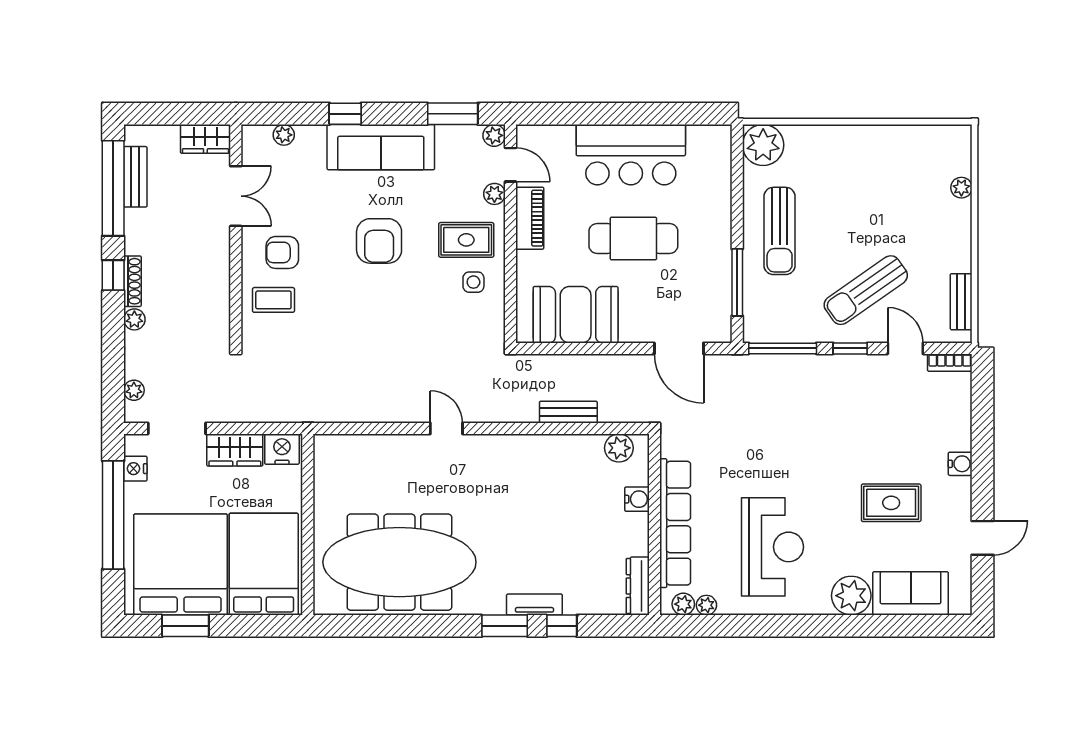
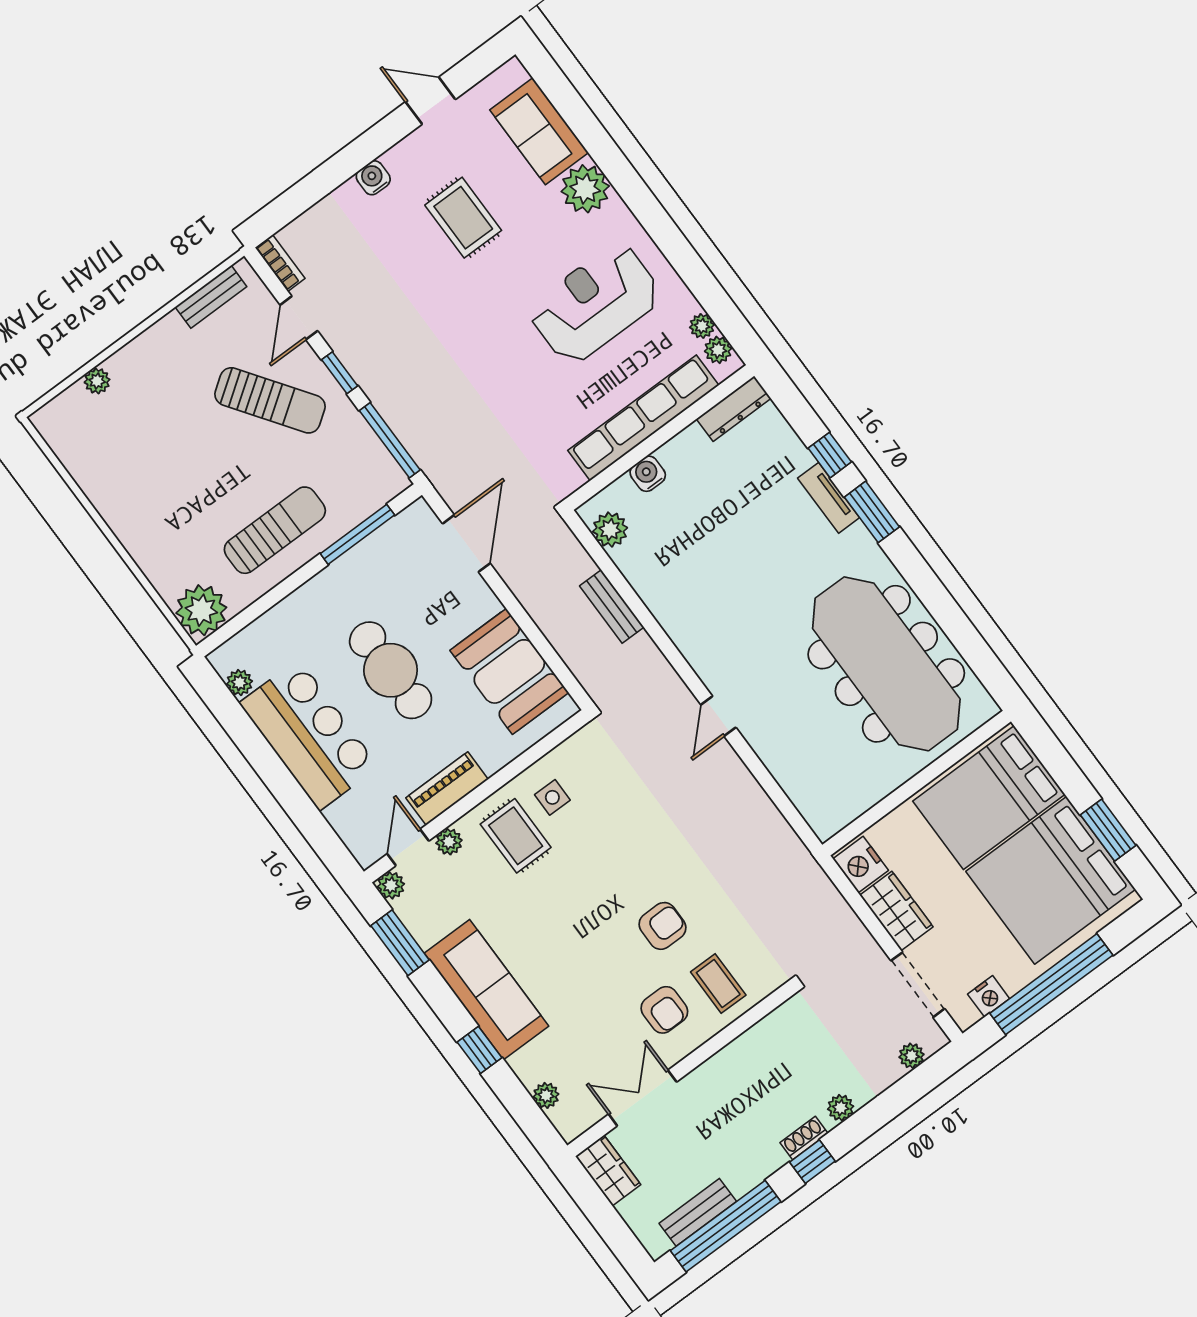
plant: (698, 135) -> (240, 683), added
armchair: (379, 241) -> (662, 926), moved, width x0.72, depth x0.72
shoe rack: (132, 281) -> (804, 1138), width x0.70

